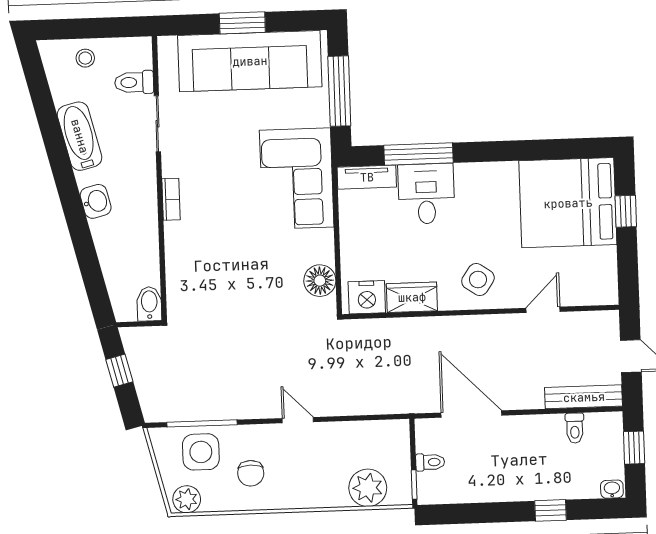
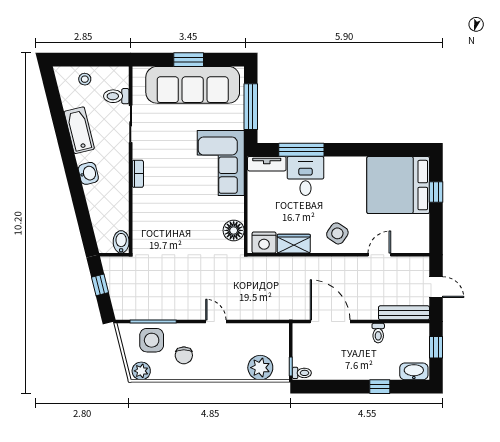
toilet: (575, 428) -> (378, 333), moved
toilet: (430, 462) -> (302, 373), moved
washbasin: (612, 489) -> (414, 371), width x1.91, depth x1.45

